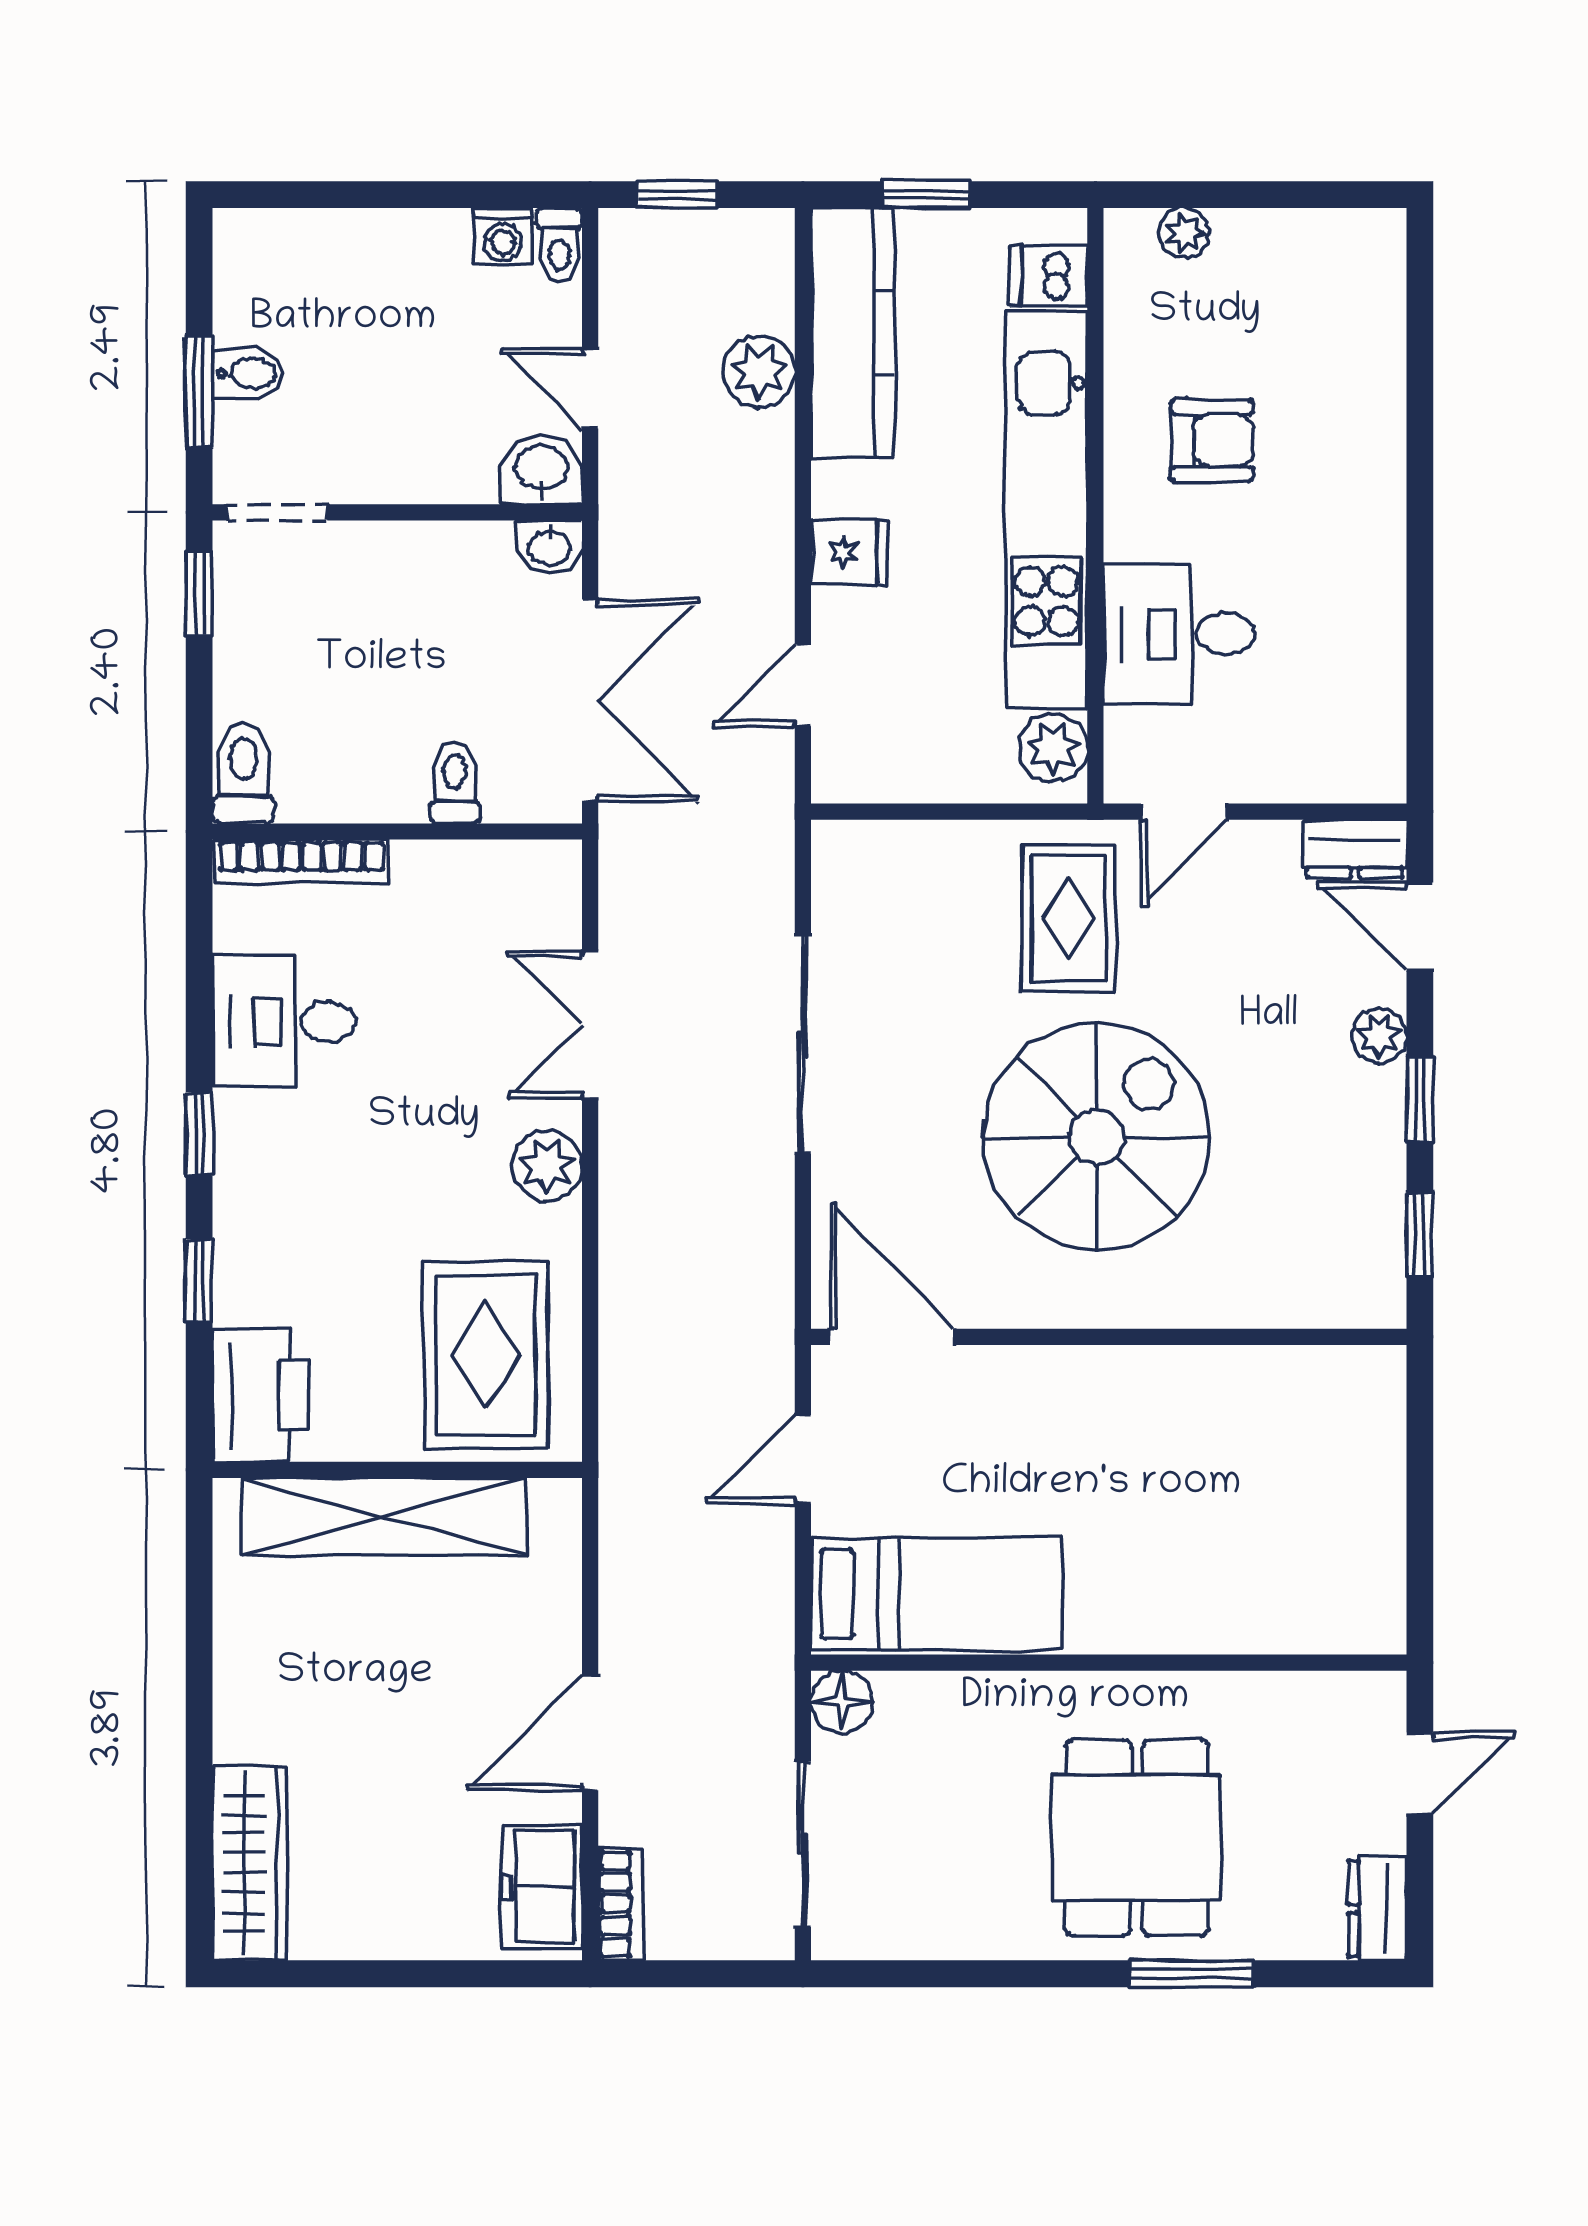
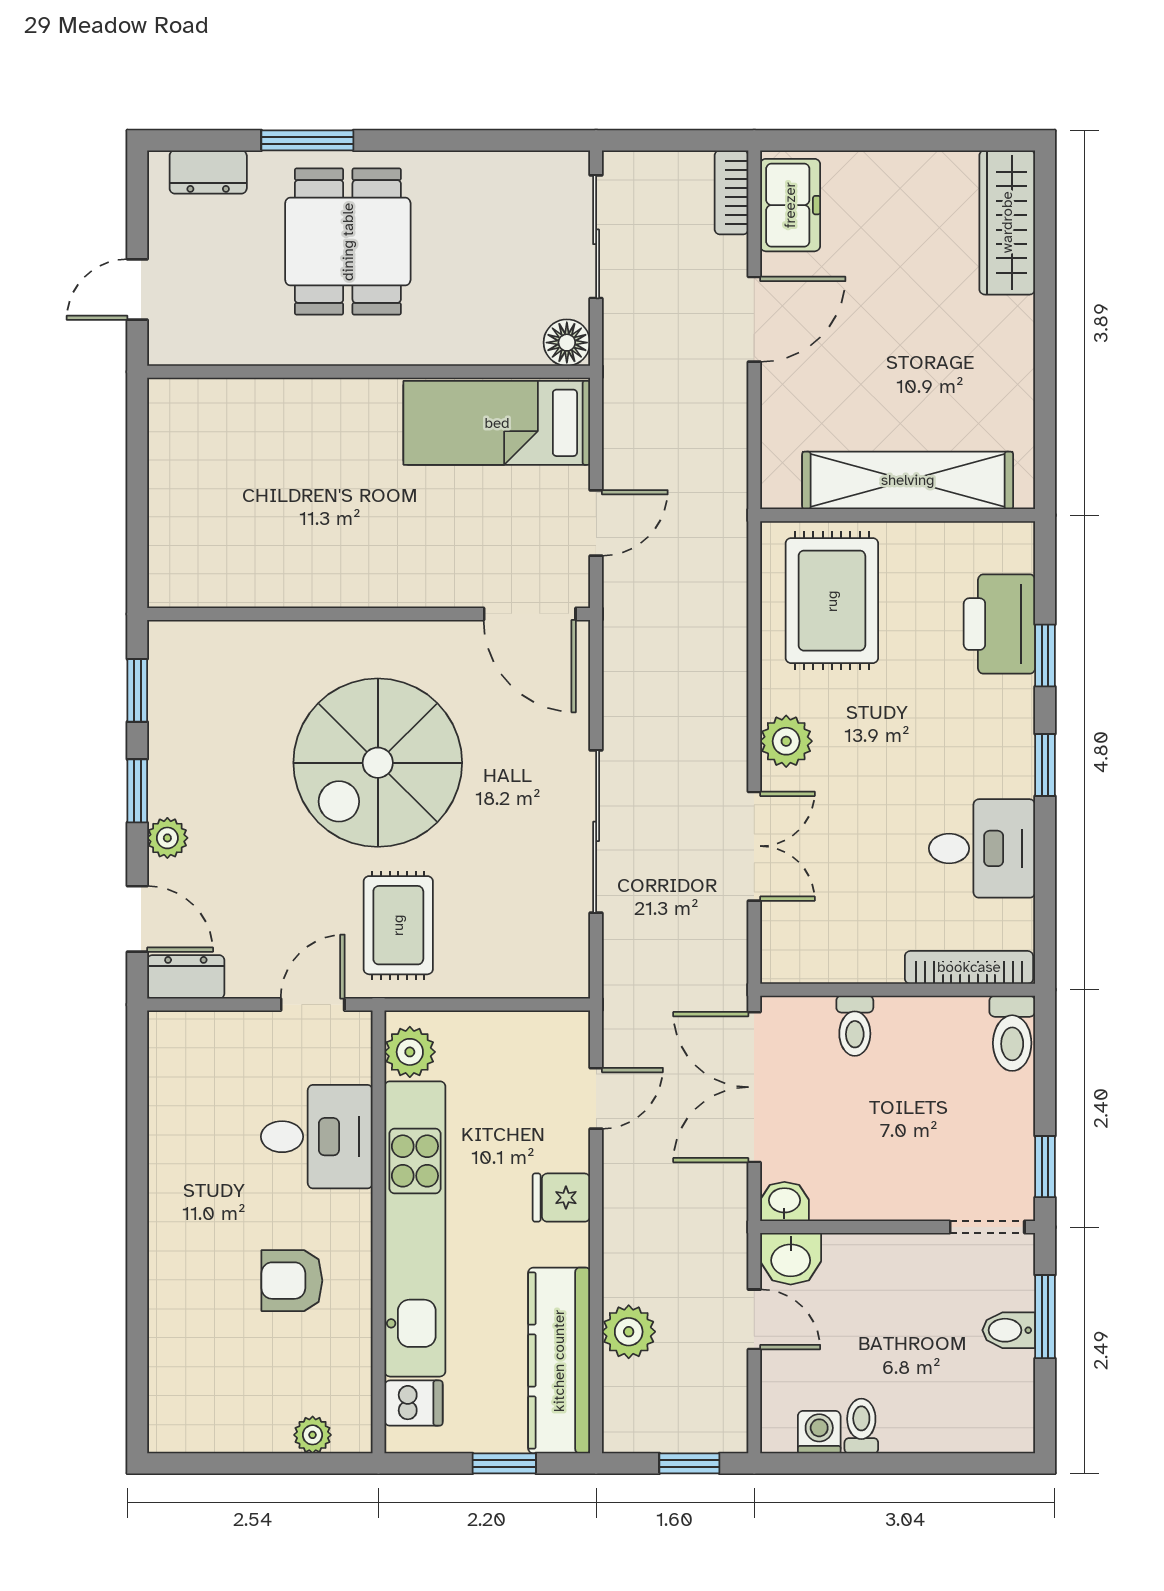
toilet: (559, 245) -> (861, 1426), moved
printer: (260, 1395) -> (999, 624), moved
dresser: (1377, 1909) -> (208, 172), moved, turned 90

